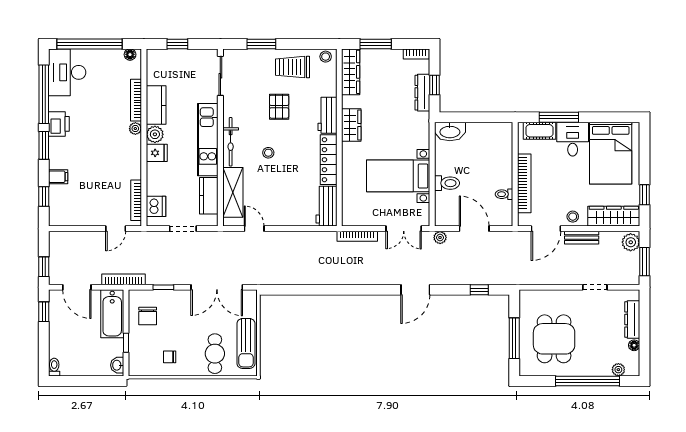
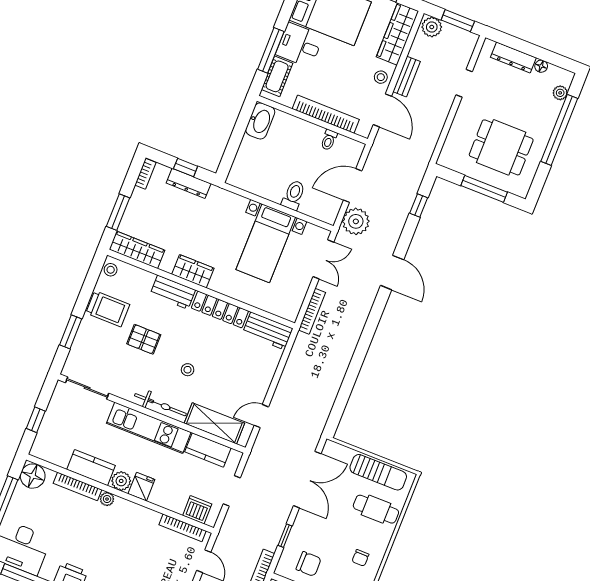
floor lamp: (130, 55) -> (33, 476), width x1.89, depth x1.89
trolley: (293, 67) -> (108, 309), turned -90
washbasin: (450, 131) -> (260, 121), moved
plant: (440, 238) -> (356, 221), width x1.88, depth x1.88

